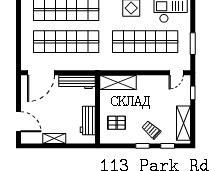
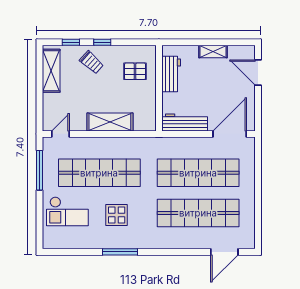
window: (193, 44) -> (40, 170), width x1.44
shelving: (118, 82) -> (110, 122), moved
window: (193, 93) -> (40, 109), removed

